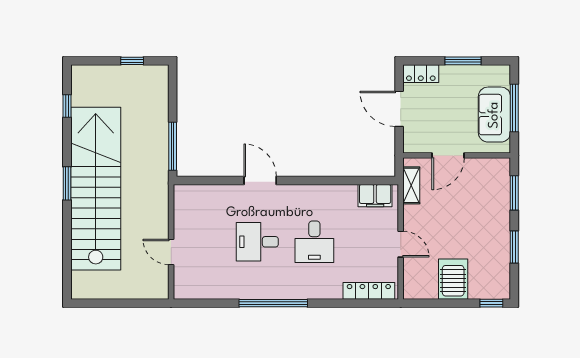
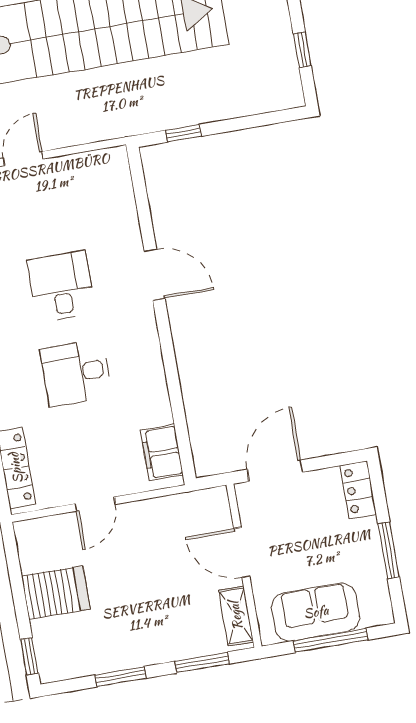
door: (399, 109) -> (275, 471), moved
window: (173, 146) -> (183, 133), width x0.46
door: (260, 180) -> (155, 275), hinge flipped
shelving: (411, 185) -> (236, 616), moved, turned 90

